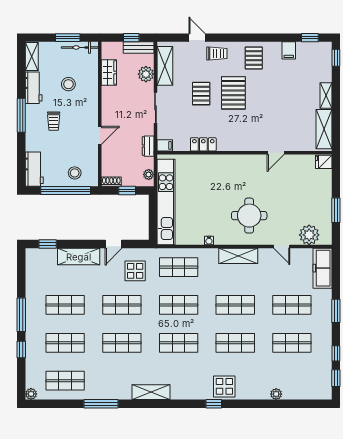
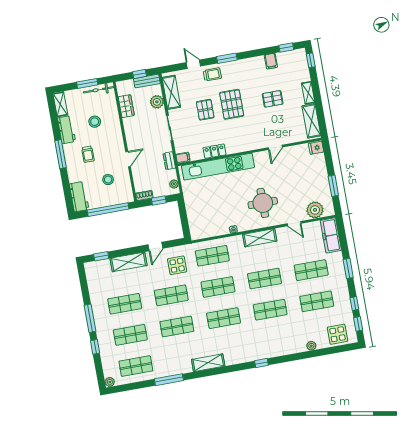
window: (238, 38) -> (227, 58), added
pallet: (254, 58) -> (273, 99), moved, turned 90
stool: (75, 173) -> (108, 180), moved
kitchen unit: (166, 202) -> (218, 167), moved, turned 90
display table: (224, 386) -> (337, 334), moved

